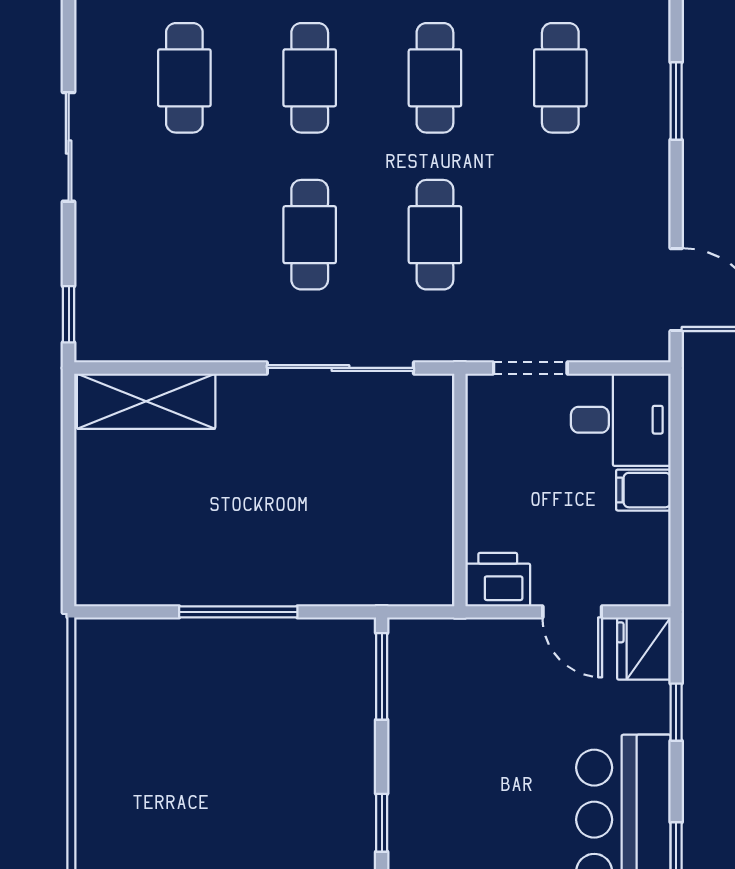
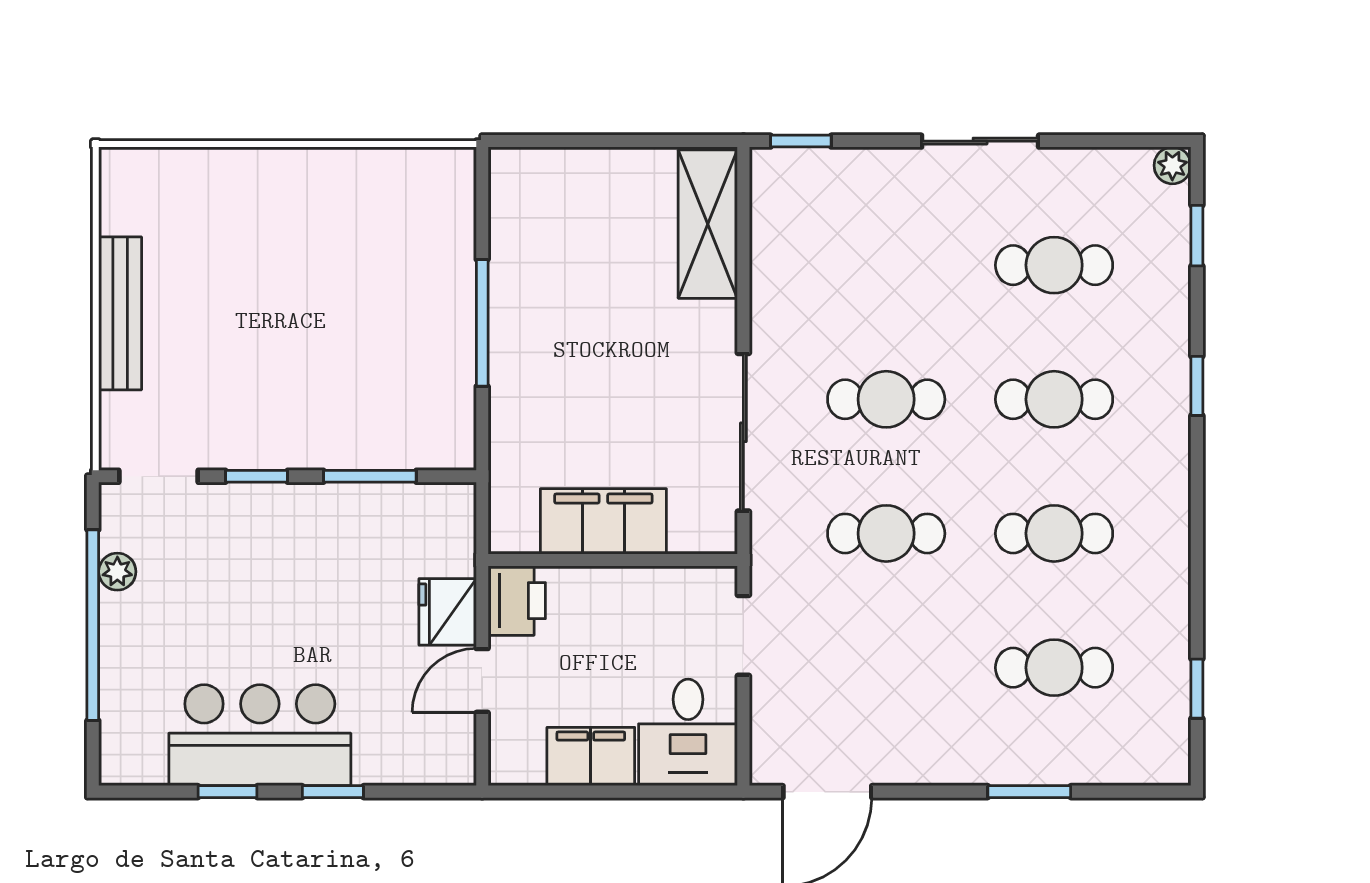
filing cabinet: (643, 490) -> (591, 757), width x2.00
filing cabinet: (424, 499) -> (603, 521), added
fridge: (644, 649) -> (448, 612), moved, turned -90
window: (382, 676) -> (370, 476), moved
window: (676, 712) -> (333, 792), moved

